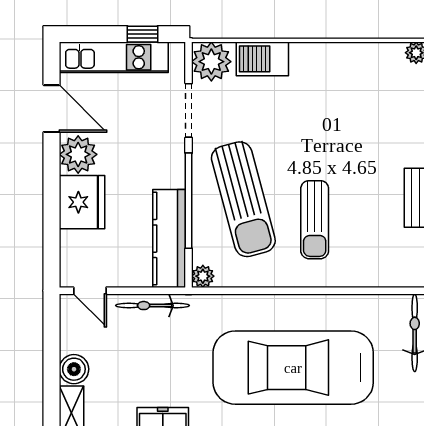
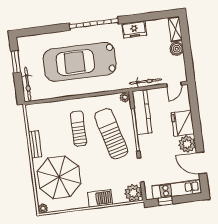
barbecue: (262, 59) -> (100, 198), moved
parasol: (372, 117) -> (59, 177), added
door: (90, 291) -> (174, 84), swing flipped
car: (293, 368) -> (80, 62), turned 180

